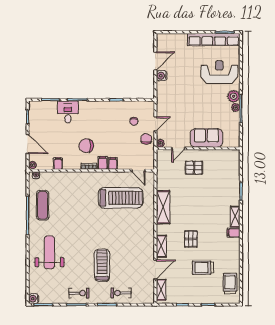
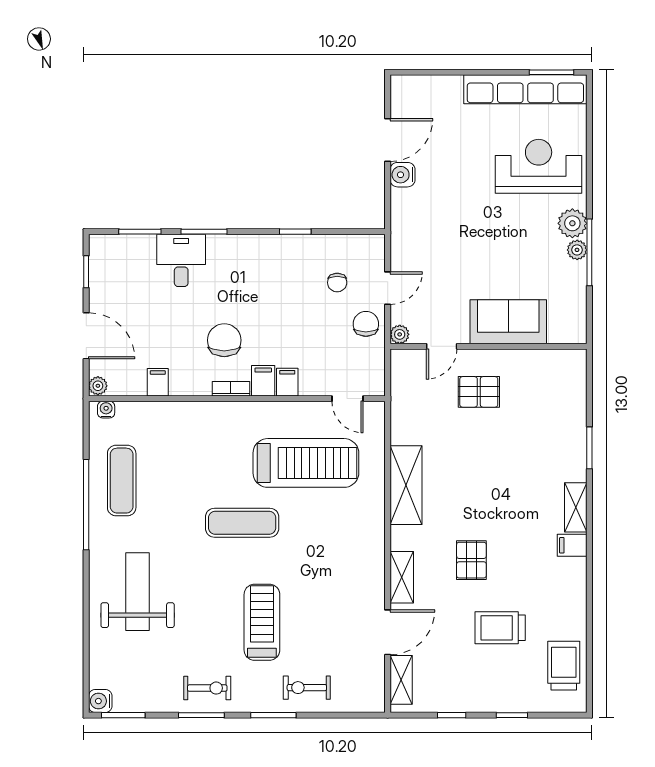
chair: (86, 146) -> (224, 340), turned 90
exercise mat: (94, 223) -> (242, 523), added

